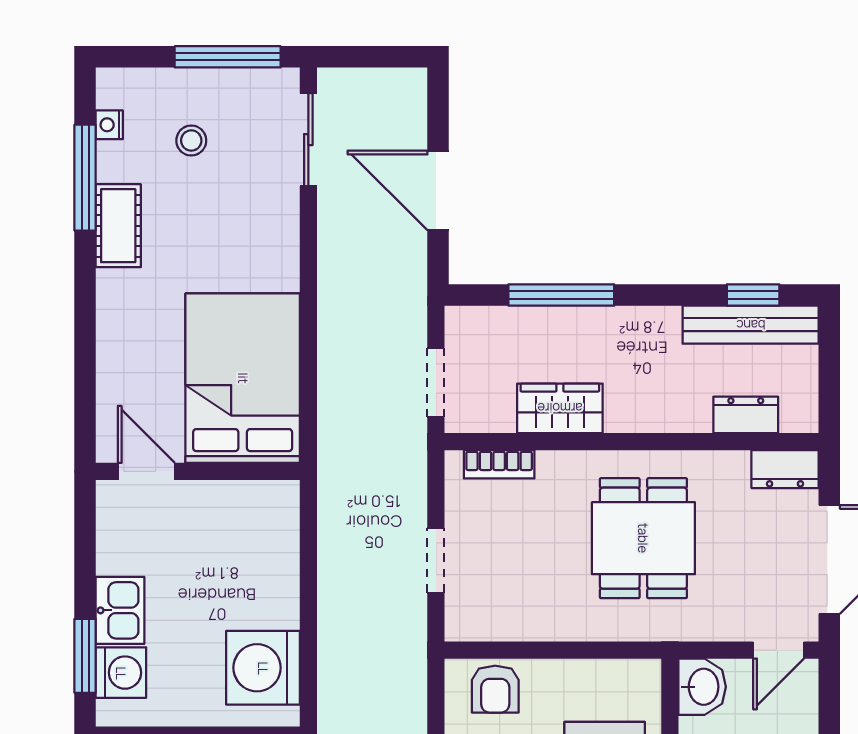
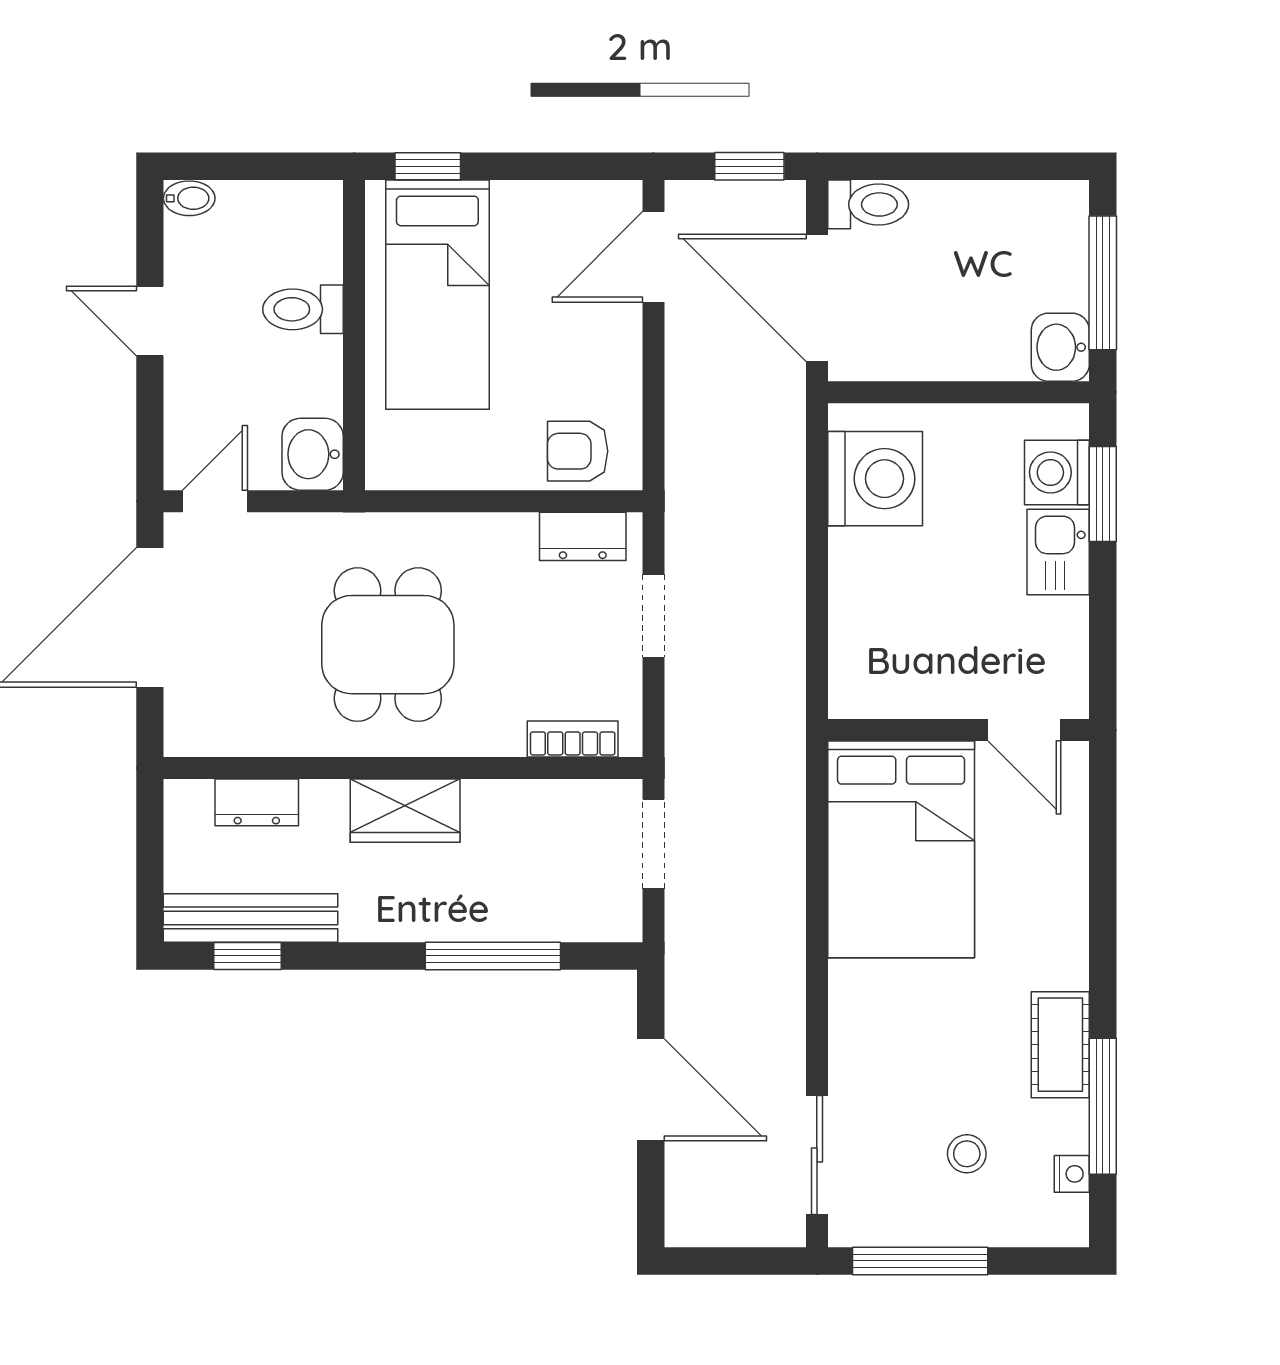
wardrobe: (560, 408) -> (405, 811), moved
dresser: (785, 469) -> (583, 536), moved, turned 180
armchair: (495, 689) -> (578, 451), turned -90

